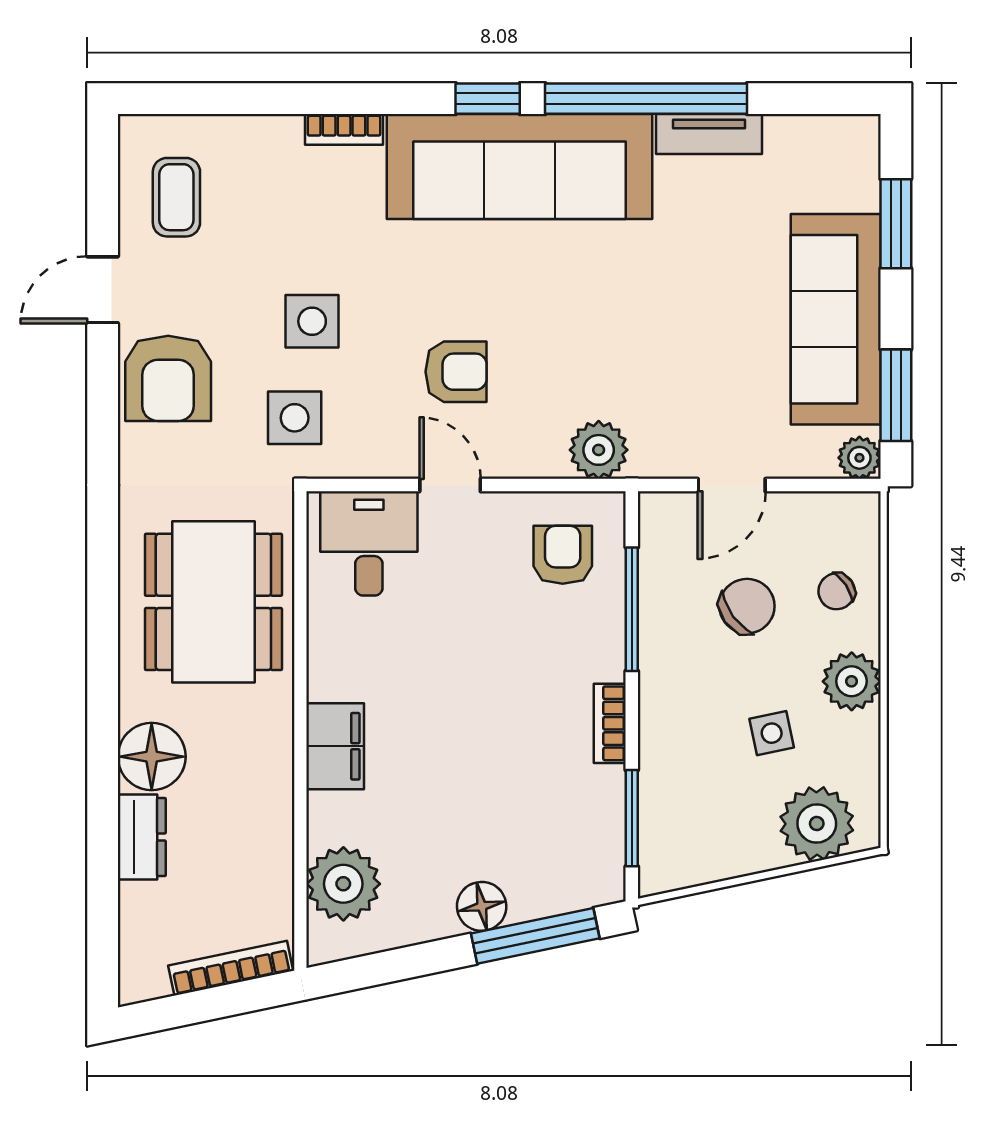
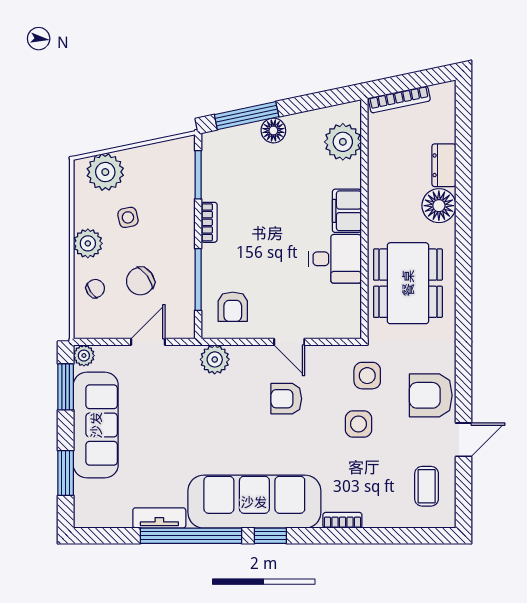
armchair: (168, 378) -> (431, 395), turned -90
desk: (369, 543) -> (335, 259), moved, turned -90

